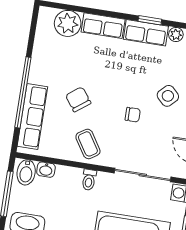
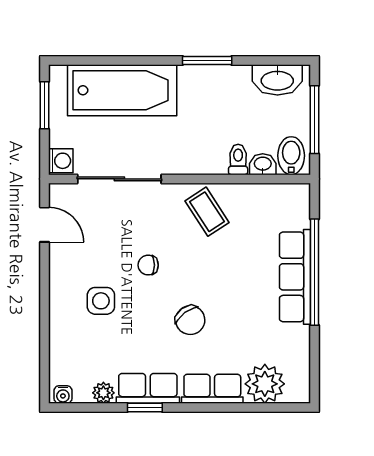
side table: (168, 96) -> (101, 301), turned 45
chair: (78, 99) -> (190, 320), moved
row of seats: (32, 116) -> (295, 277), moved
toilet: (89, 180) -> (238, 159), moved

